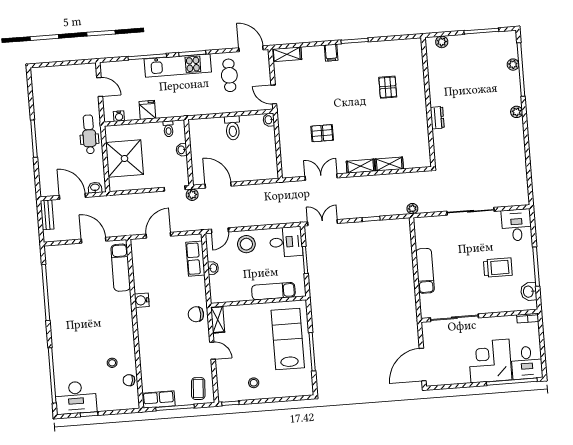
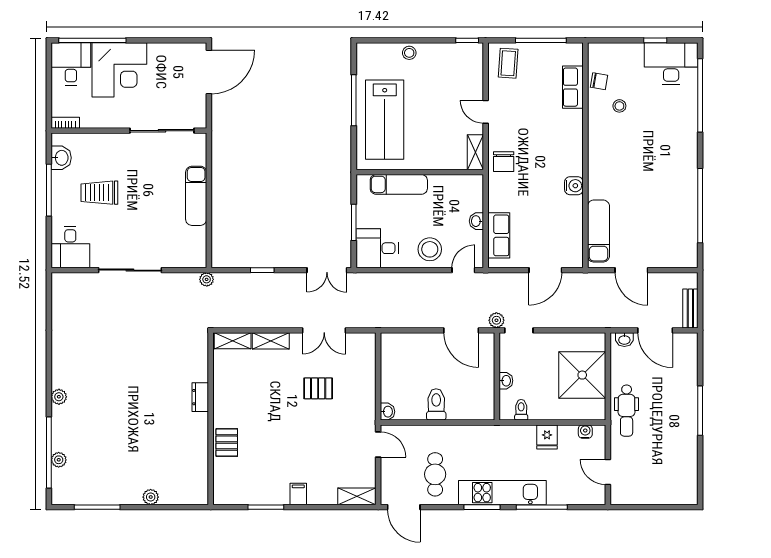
wall: (428, 102) -> (211, 419), moved
dresser: (437, 118) -> (200, 397), moved
chair: (196, 314) -> (504, 162), turned 90
stool: (254, 383) -> (409, 53), moved
row of seats: (159, 399) -> (573, 87), moved, turned 90

